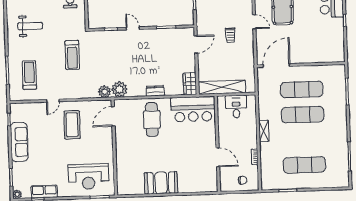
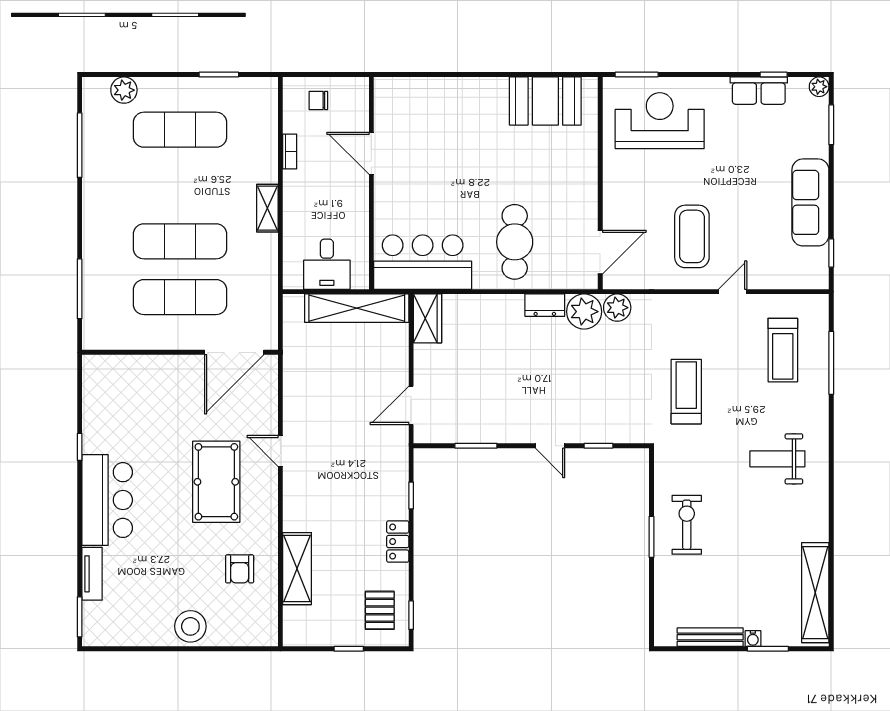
trolley: (230, 35) -> (334, 423), removed
dresser: (155, 91) -> (545, 305), moved
plant: (330, 182) -> (124, 90), added
booth: (161, 183) -> (545, 101), moved

